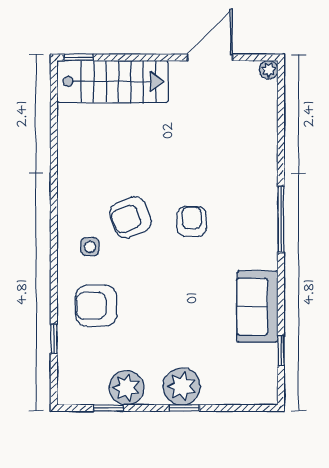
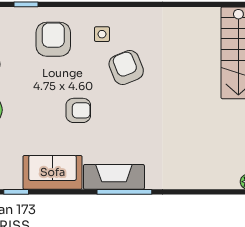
armchair: (192, 221) -> (78, 110), moved
fireplace: (263, 232) -> (114, 177), added

